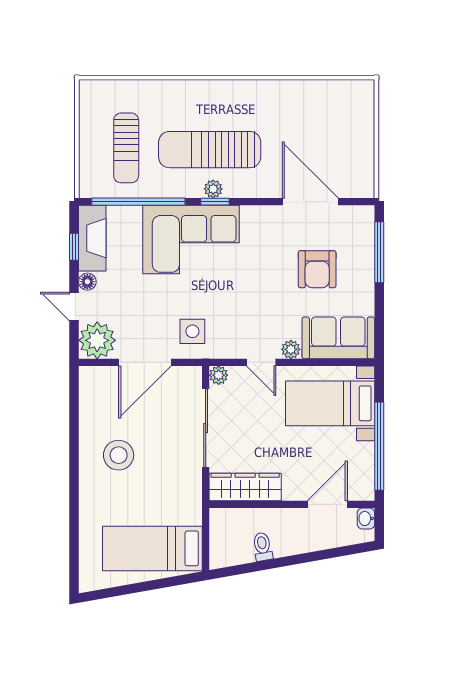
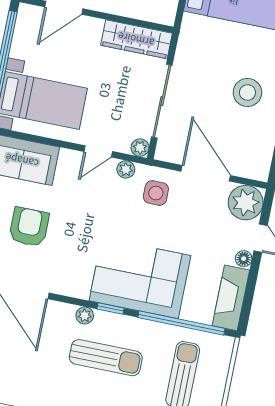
sun lounger: (210, 150) -> (106, 358), width x0.73, depth x0.75
plant: (213, 189) -> (85, 316), moved
window: (74, 247) -> (249, 293), removed
plant: (291, 349) -> (126, 169), moved
door: (145, 362) -> (206, 173), hinge flipped
door: (261, 362) -> (98, 151), swing flipped

